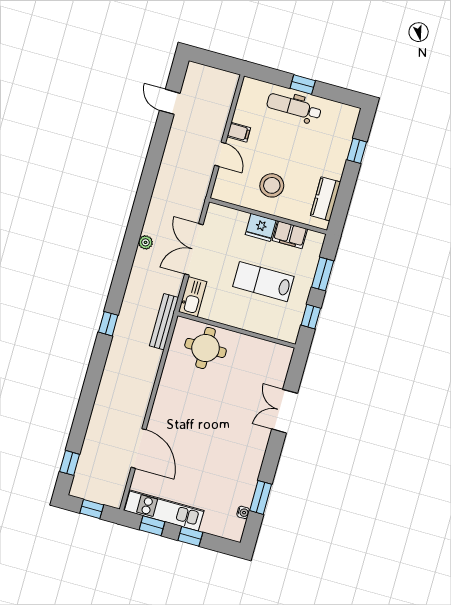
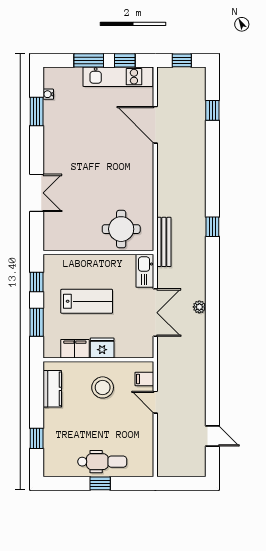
filing cabinet: (239, 132) -> (144, 379), moved
window: (70, 463) -> (212, 110), moved
window: (190, 536) -> (89, 60), width x1.50

